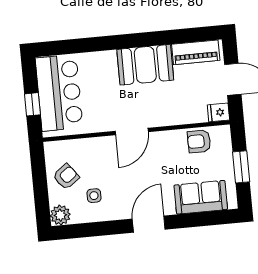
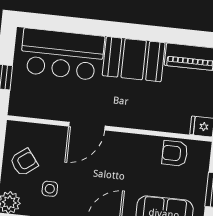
bar counter: (59, 93) -> (62, 54), moved, turned 90
door: (132, 131) -> (87, 126), moved

